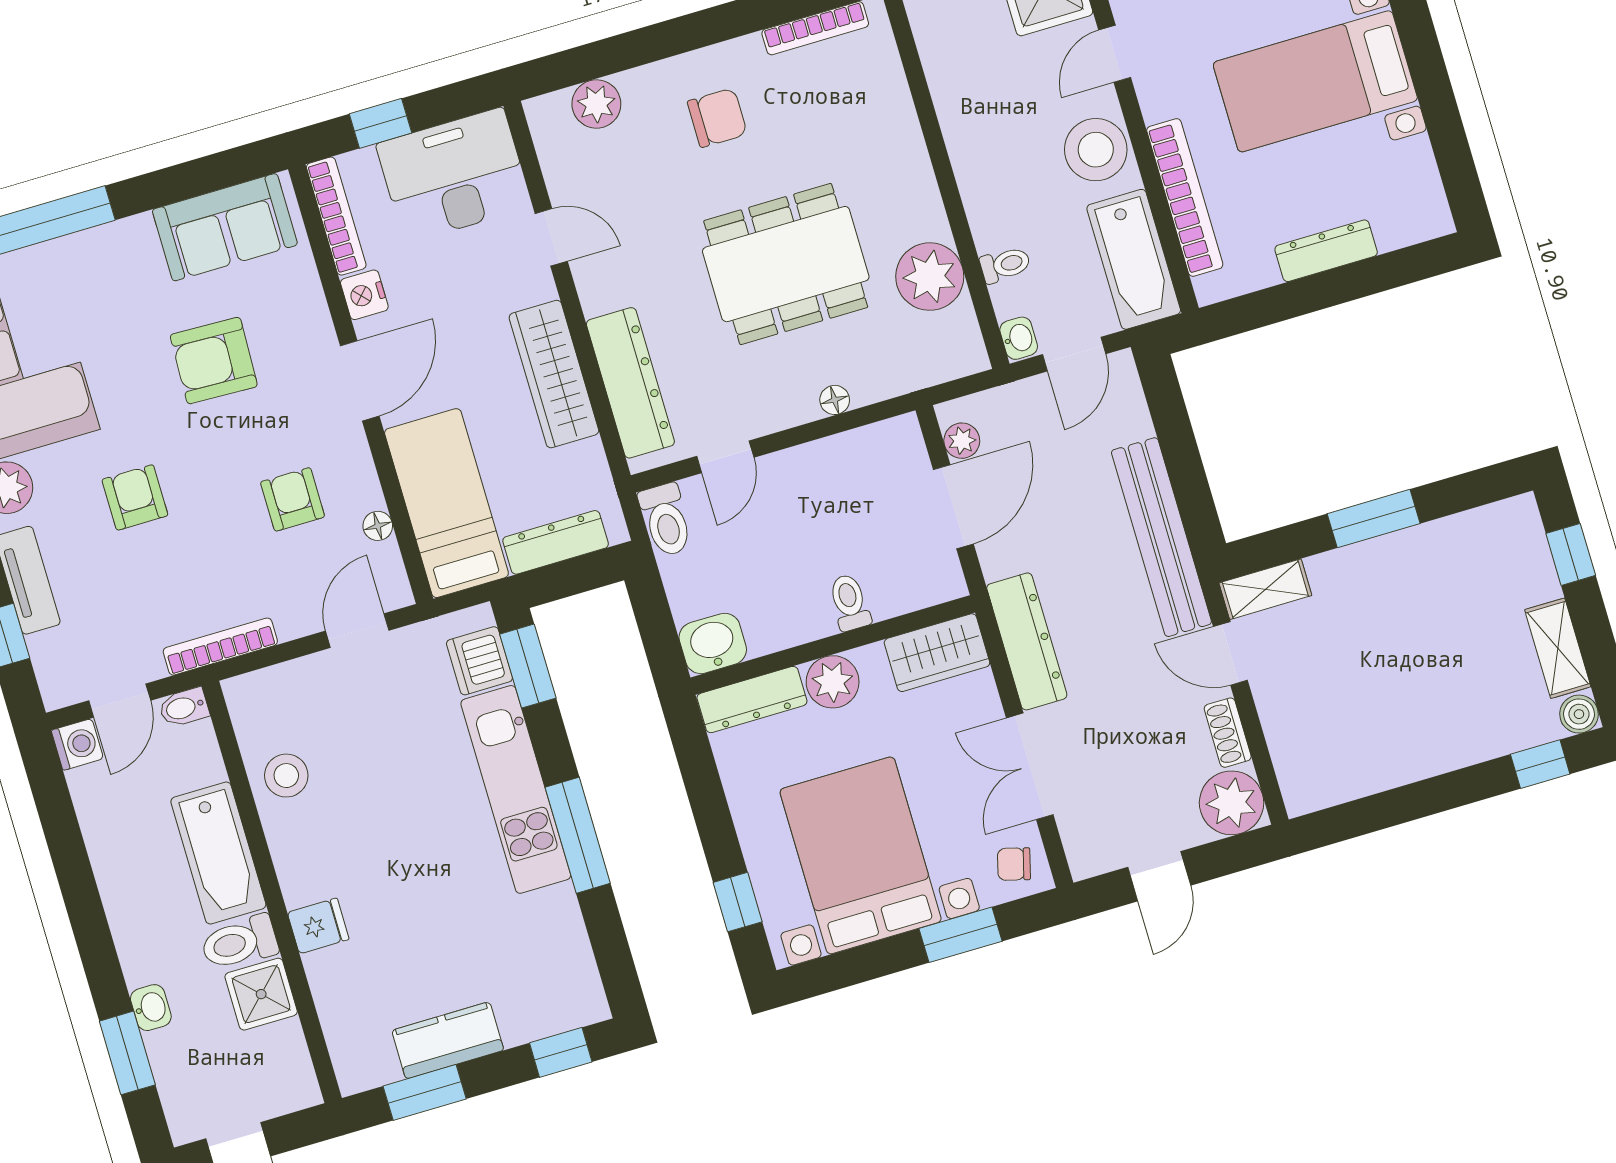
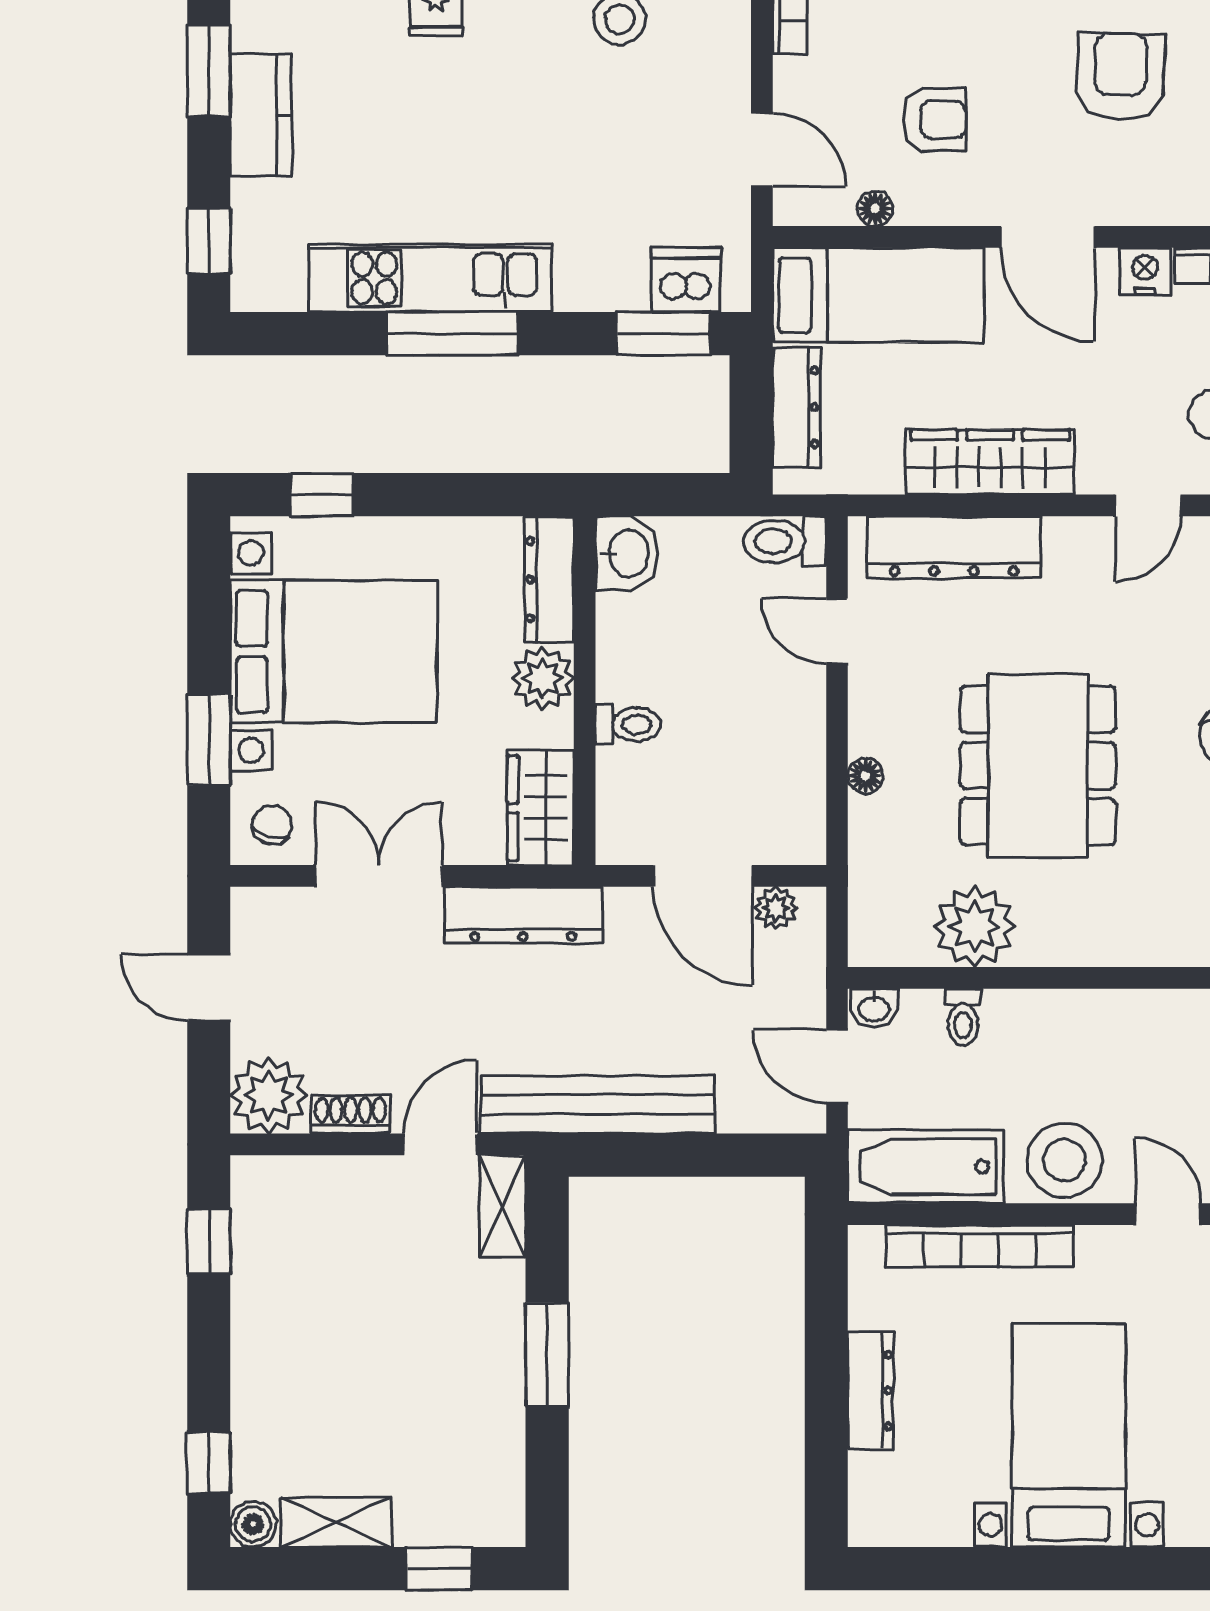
kitchen unit: (516, 789) -> (430, 278), moved
window: (1363, 816) -> (209, 1242), added

